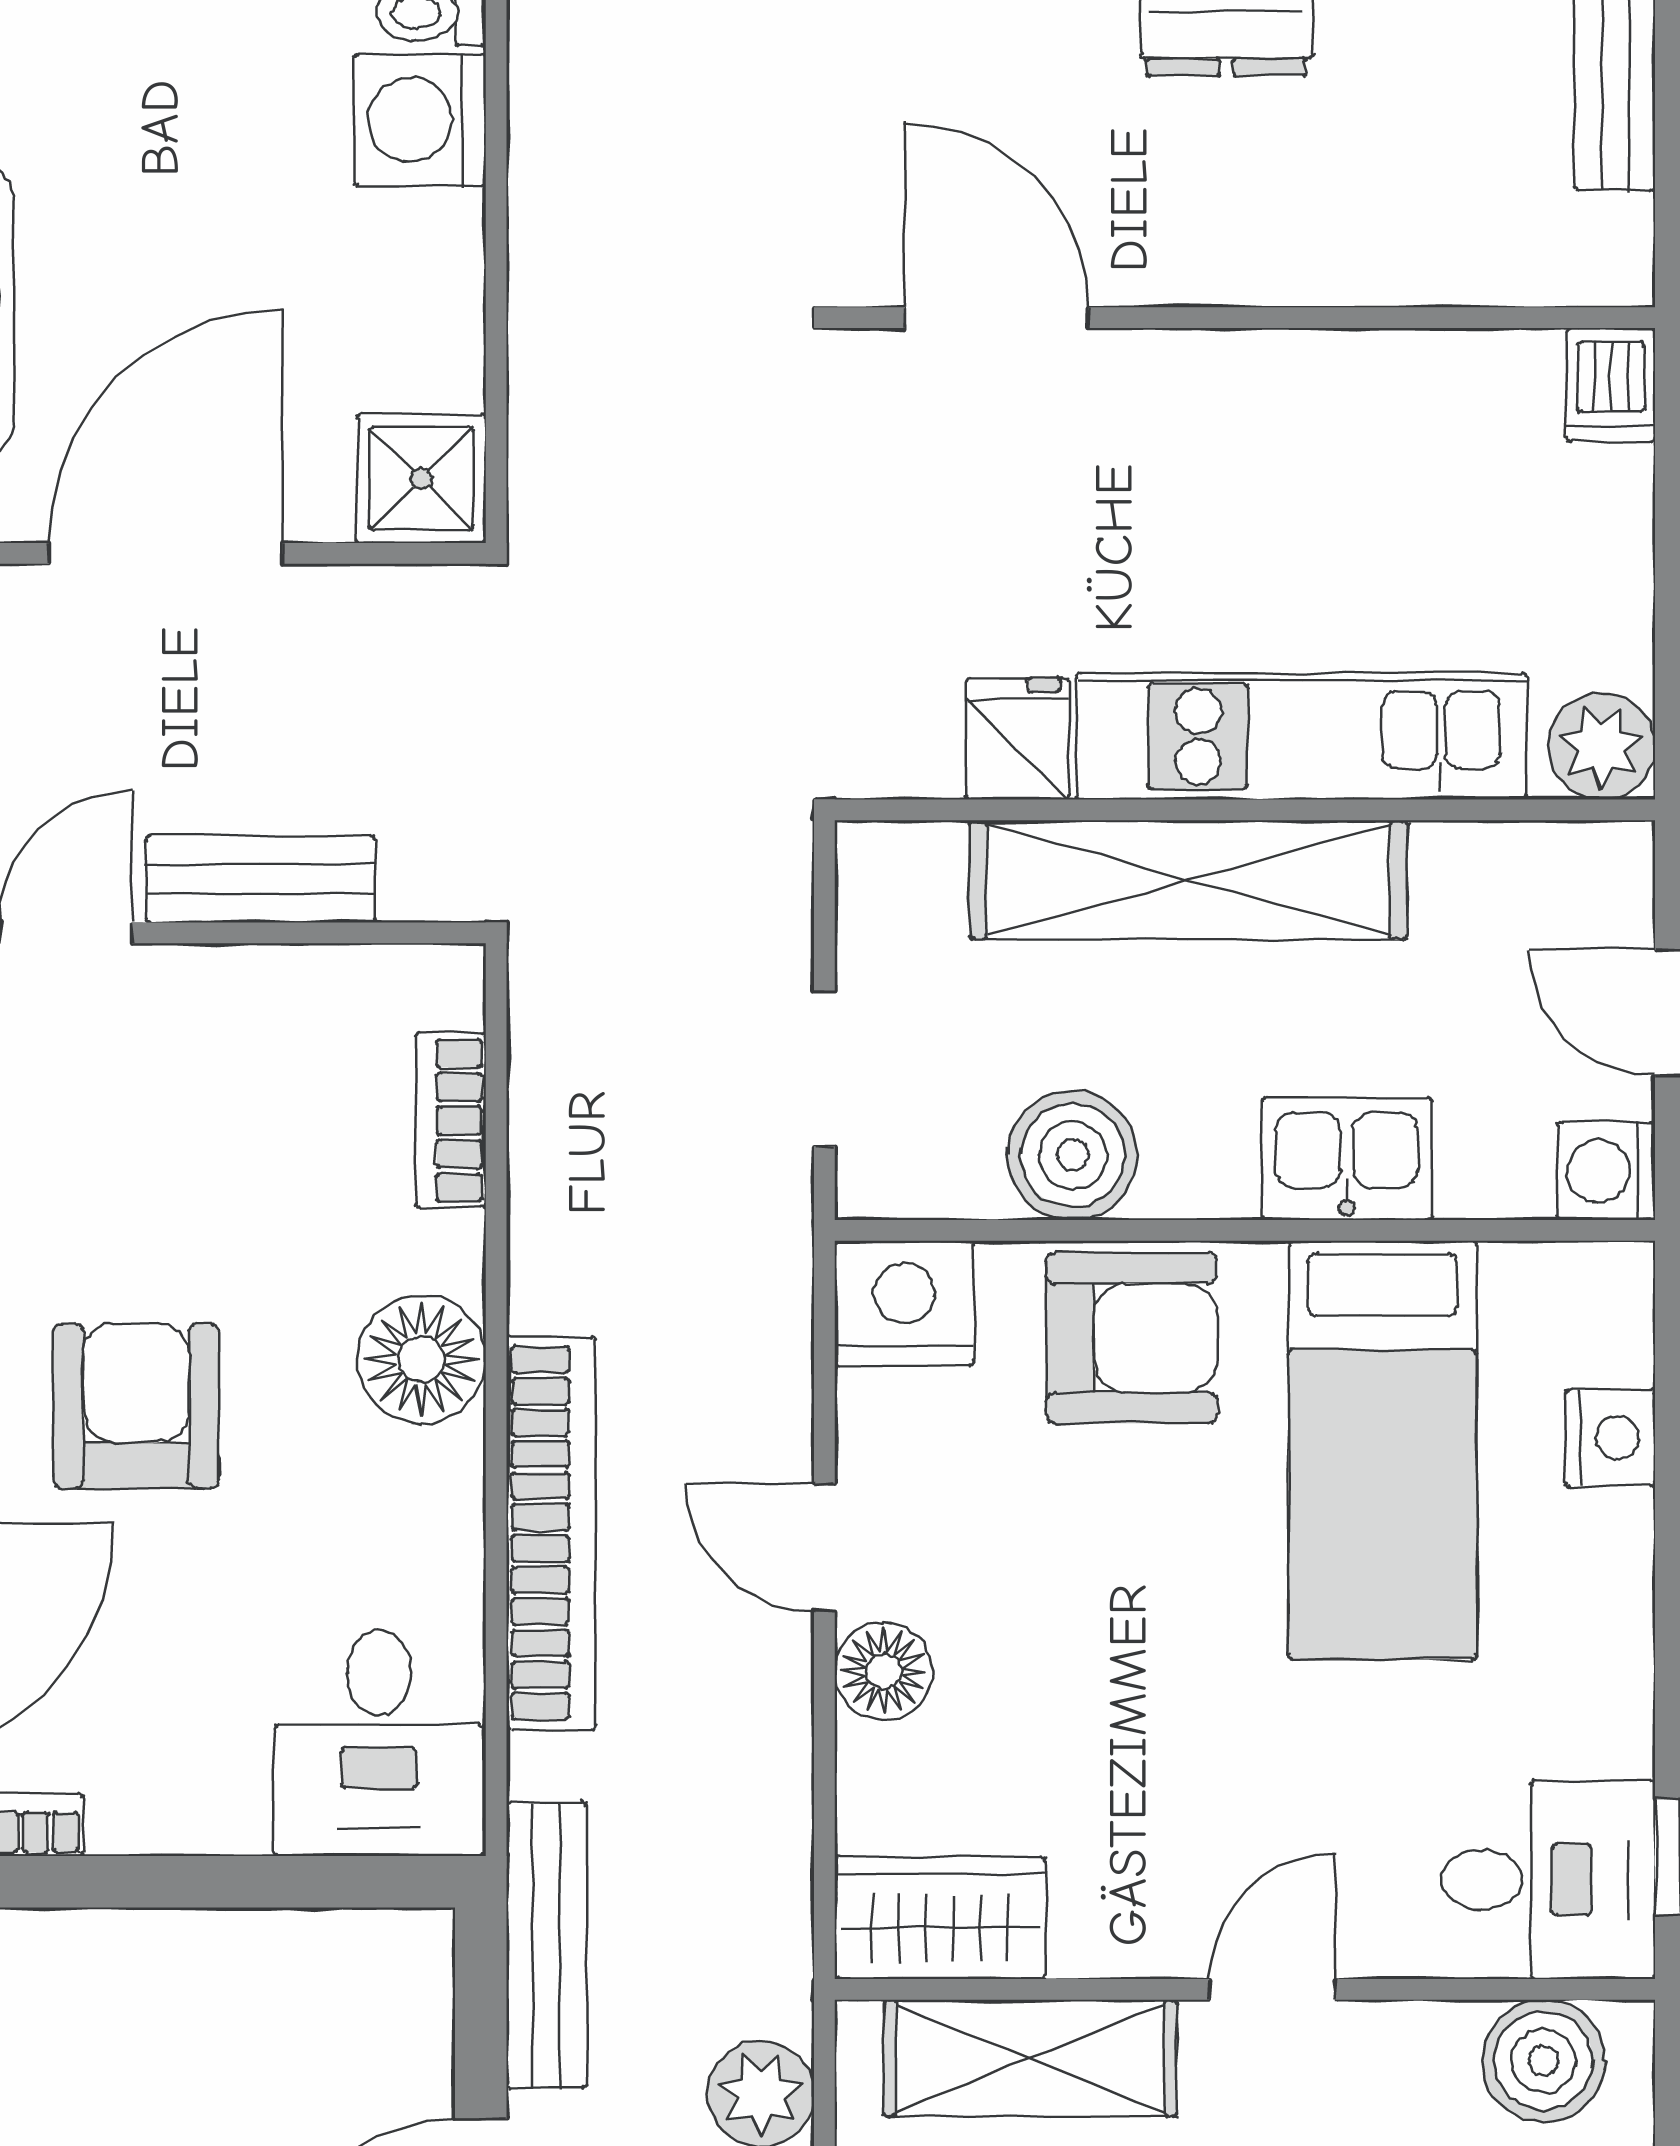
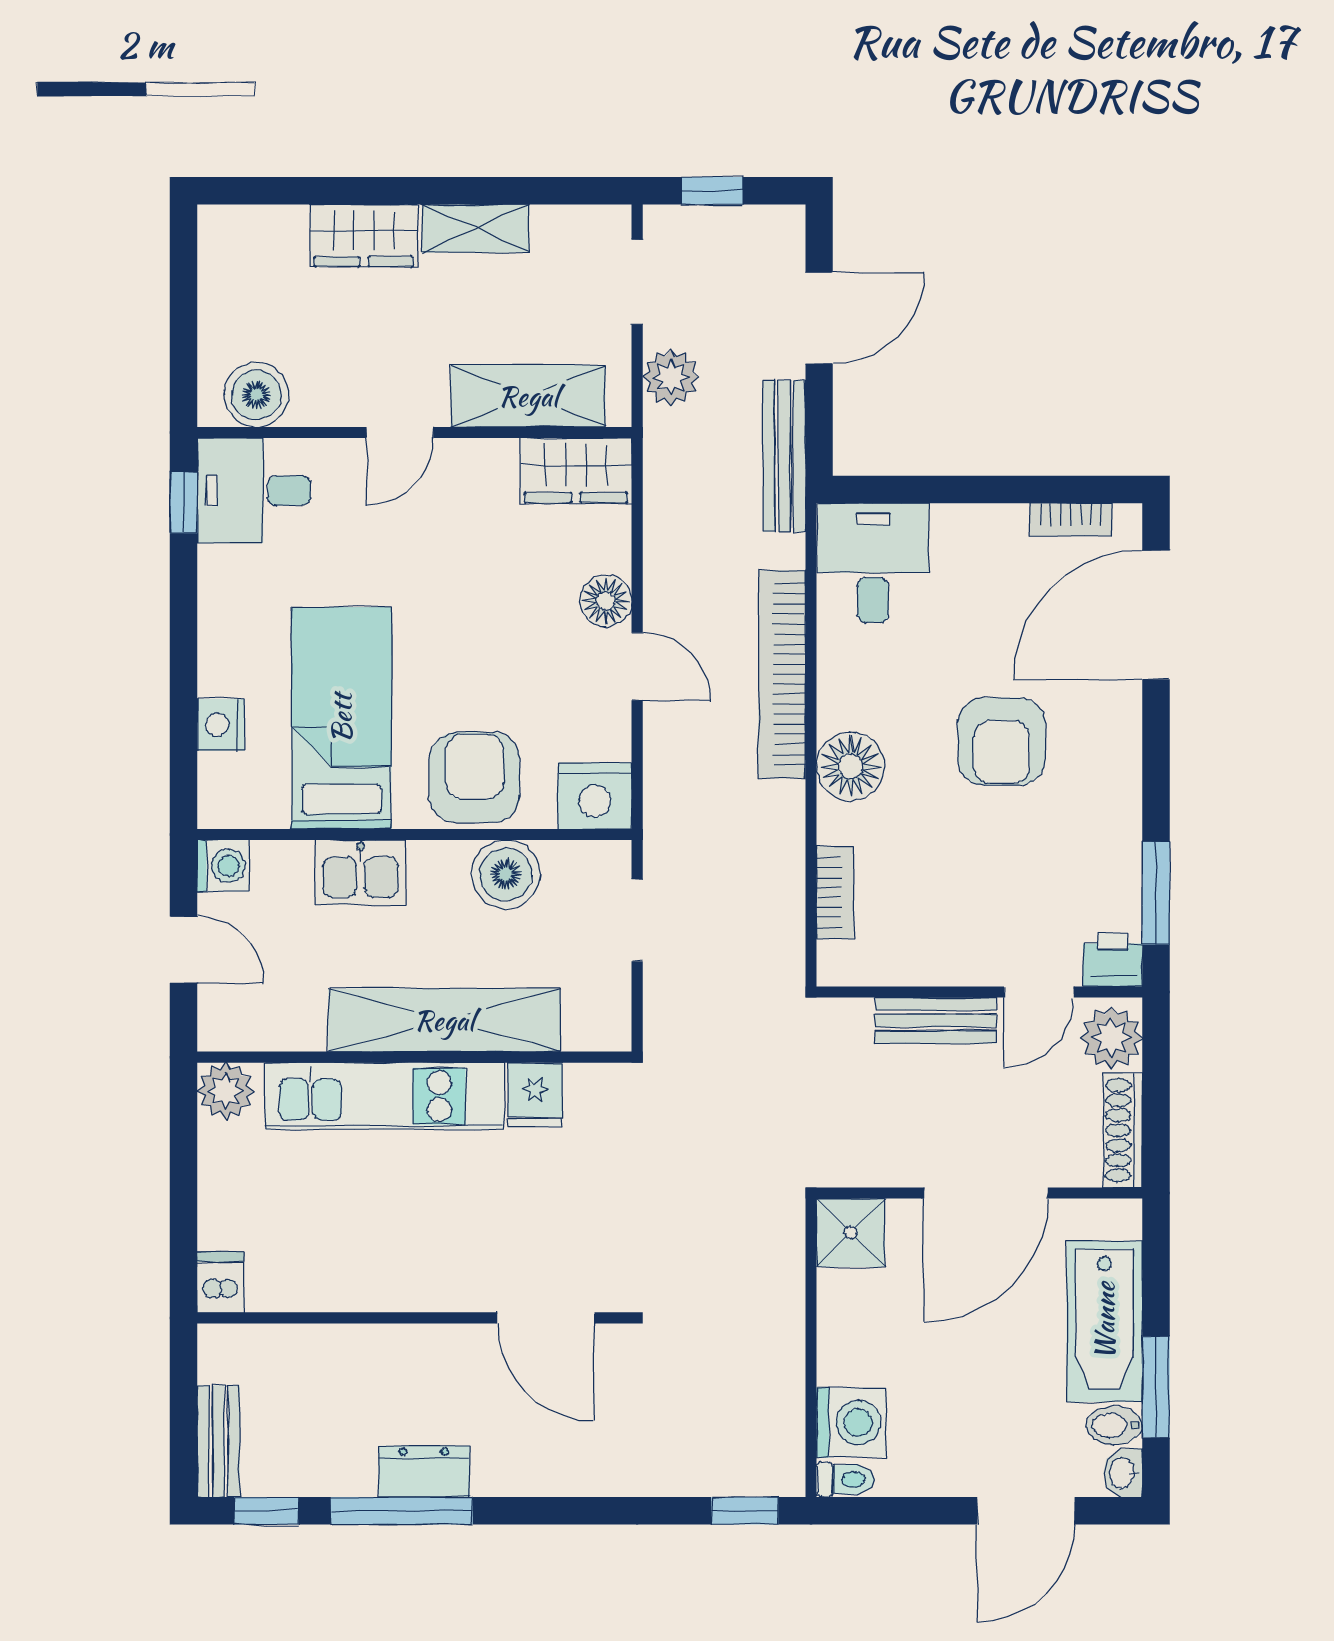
armchair: (1132, 1338) -> (474, 777), turned 90

